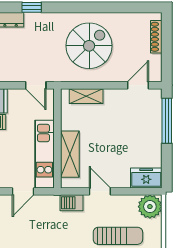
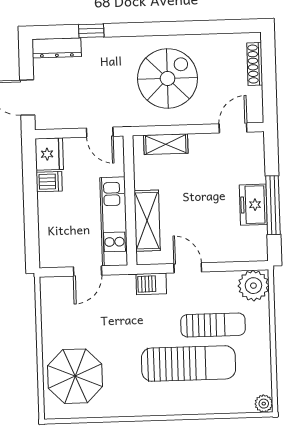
window: (167, 121) -> (273, 205), moved
freezer: (146, 178) -> (253, 205), moved, turned -90

